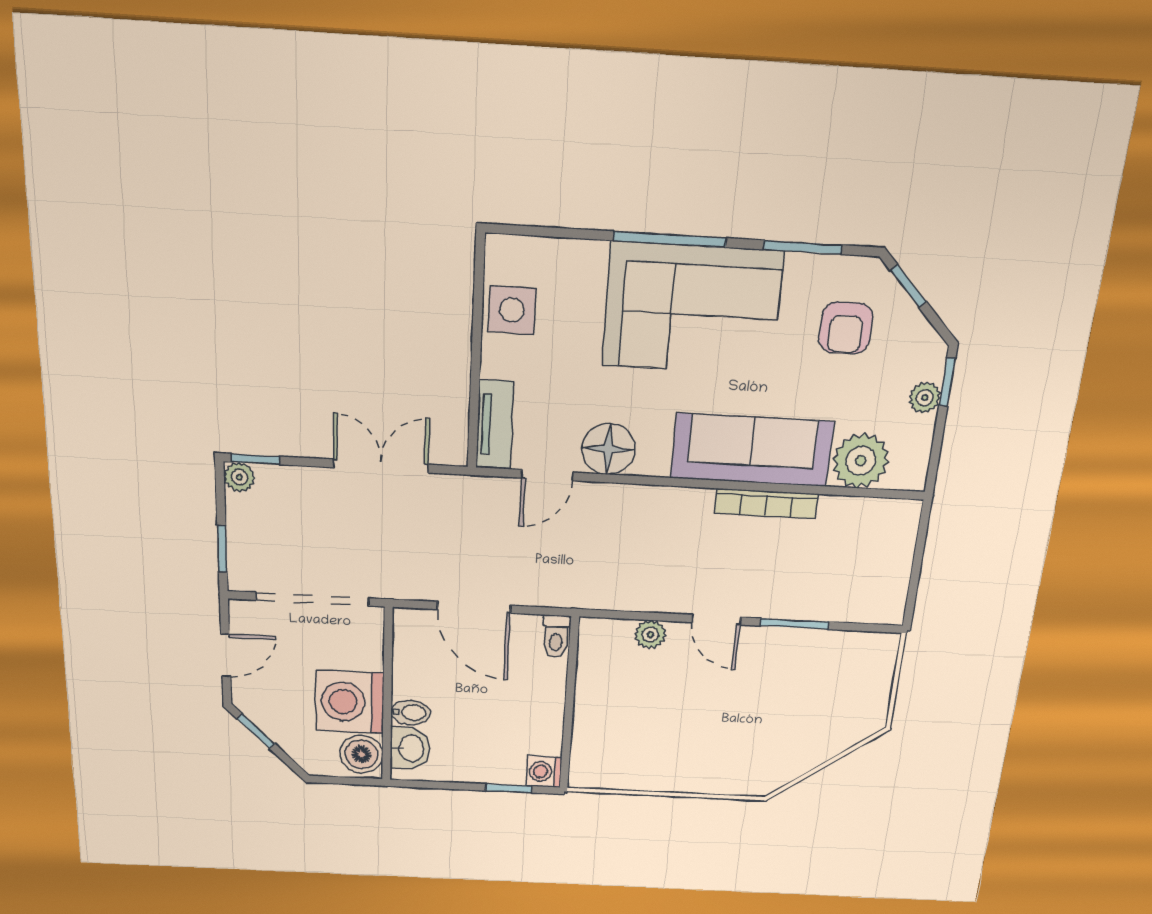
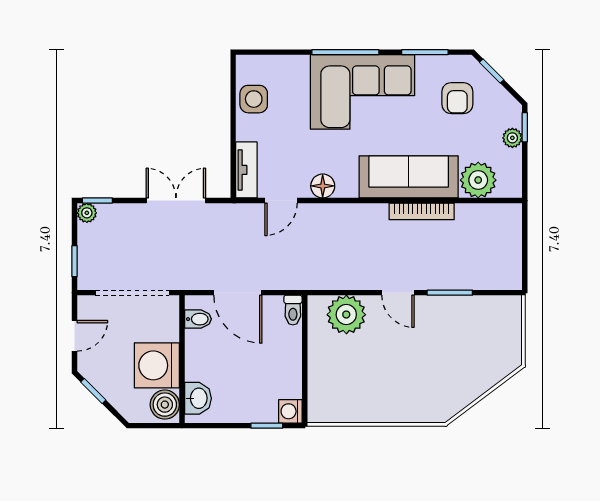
floor lamp: (608, 449) -> (323, 186), width x0.73, depth x0.73
plant: (650, 635) -> (346, 315), width x1.87, depth x1.87
bidet: (411, 713) -> (198, 319), moved

